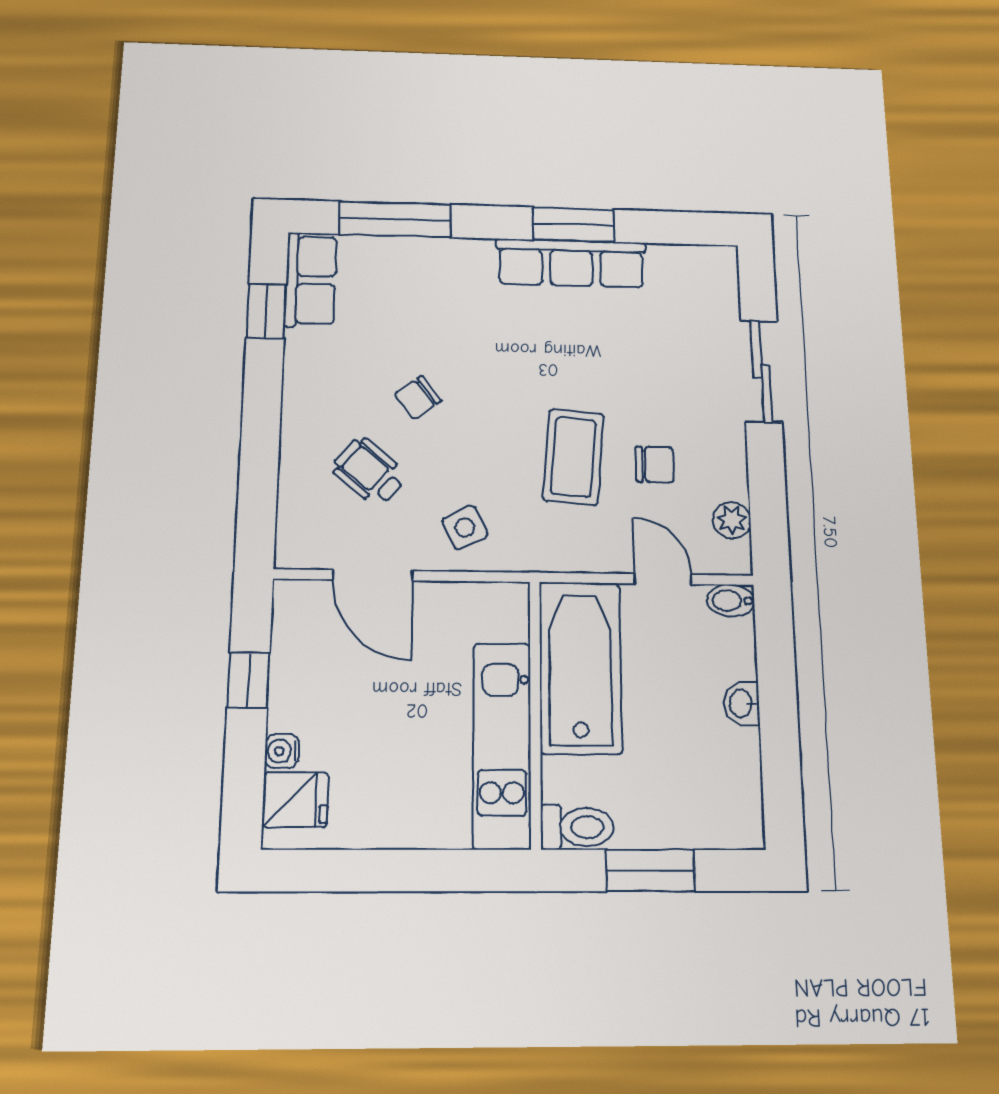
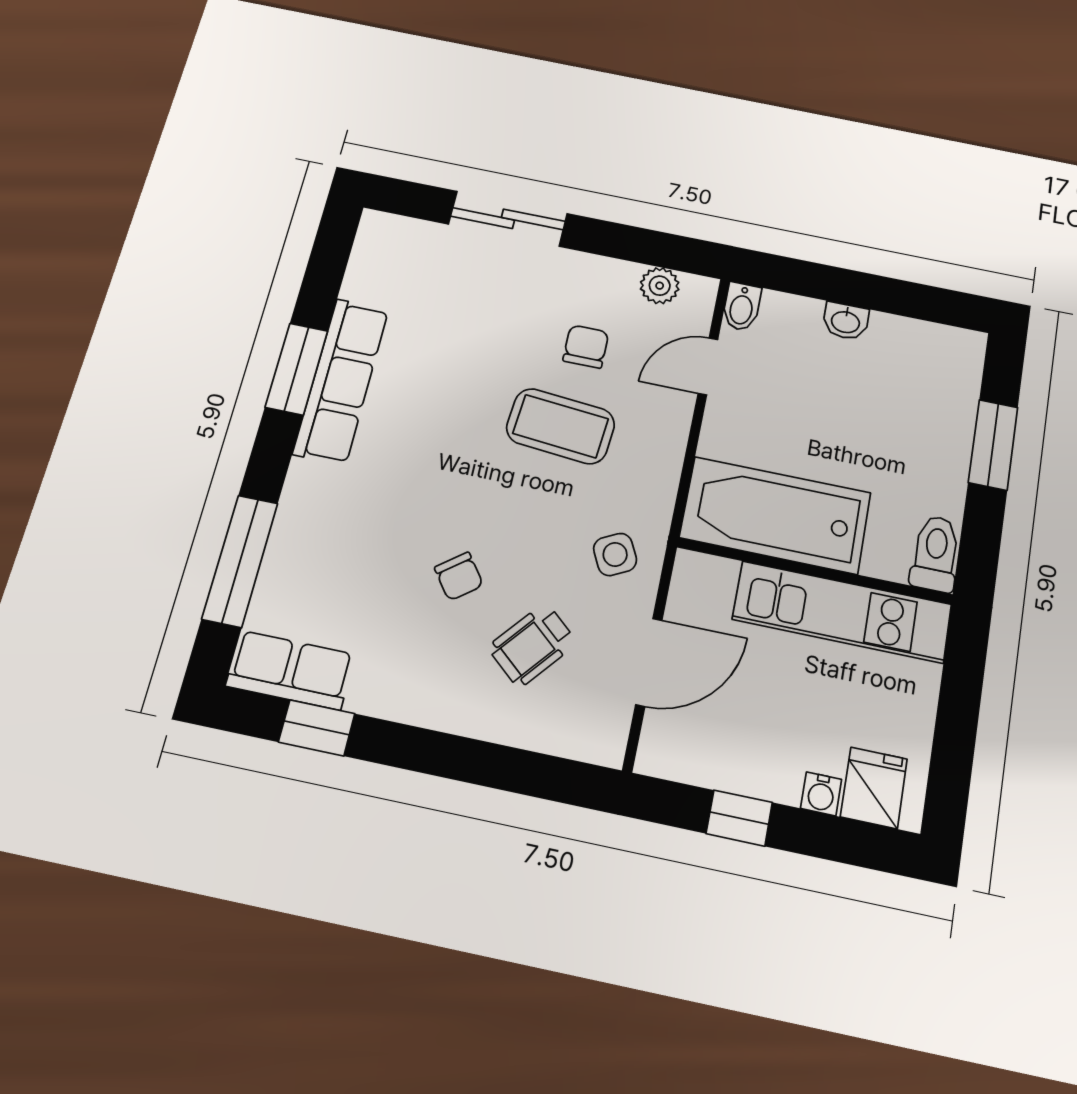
bathtub: (580, 667) -> (775, 515), moved
wall: (535, 713) -> (815, 571), moved
kitchen unit: (502, 745) -> (842, 612), moved
toilet: (577, 827) -> (935, 554), moved

